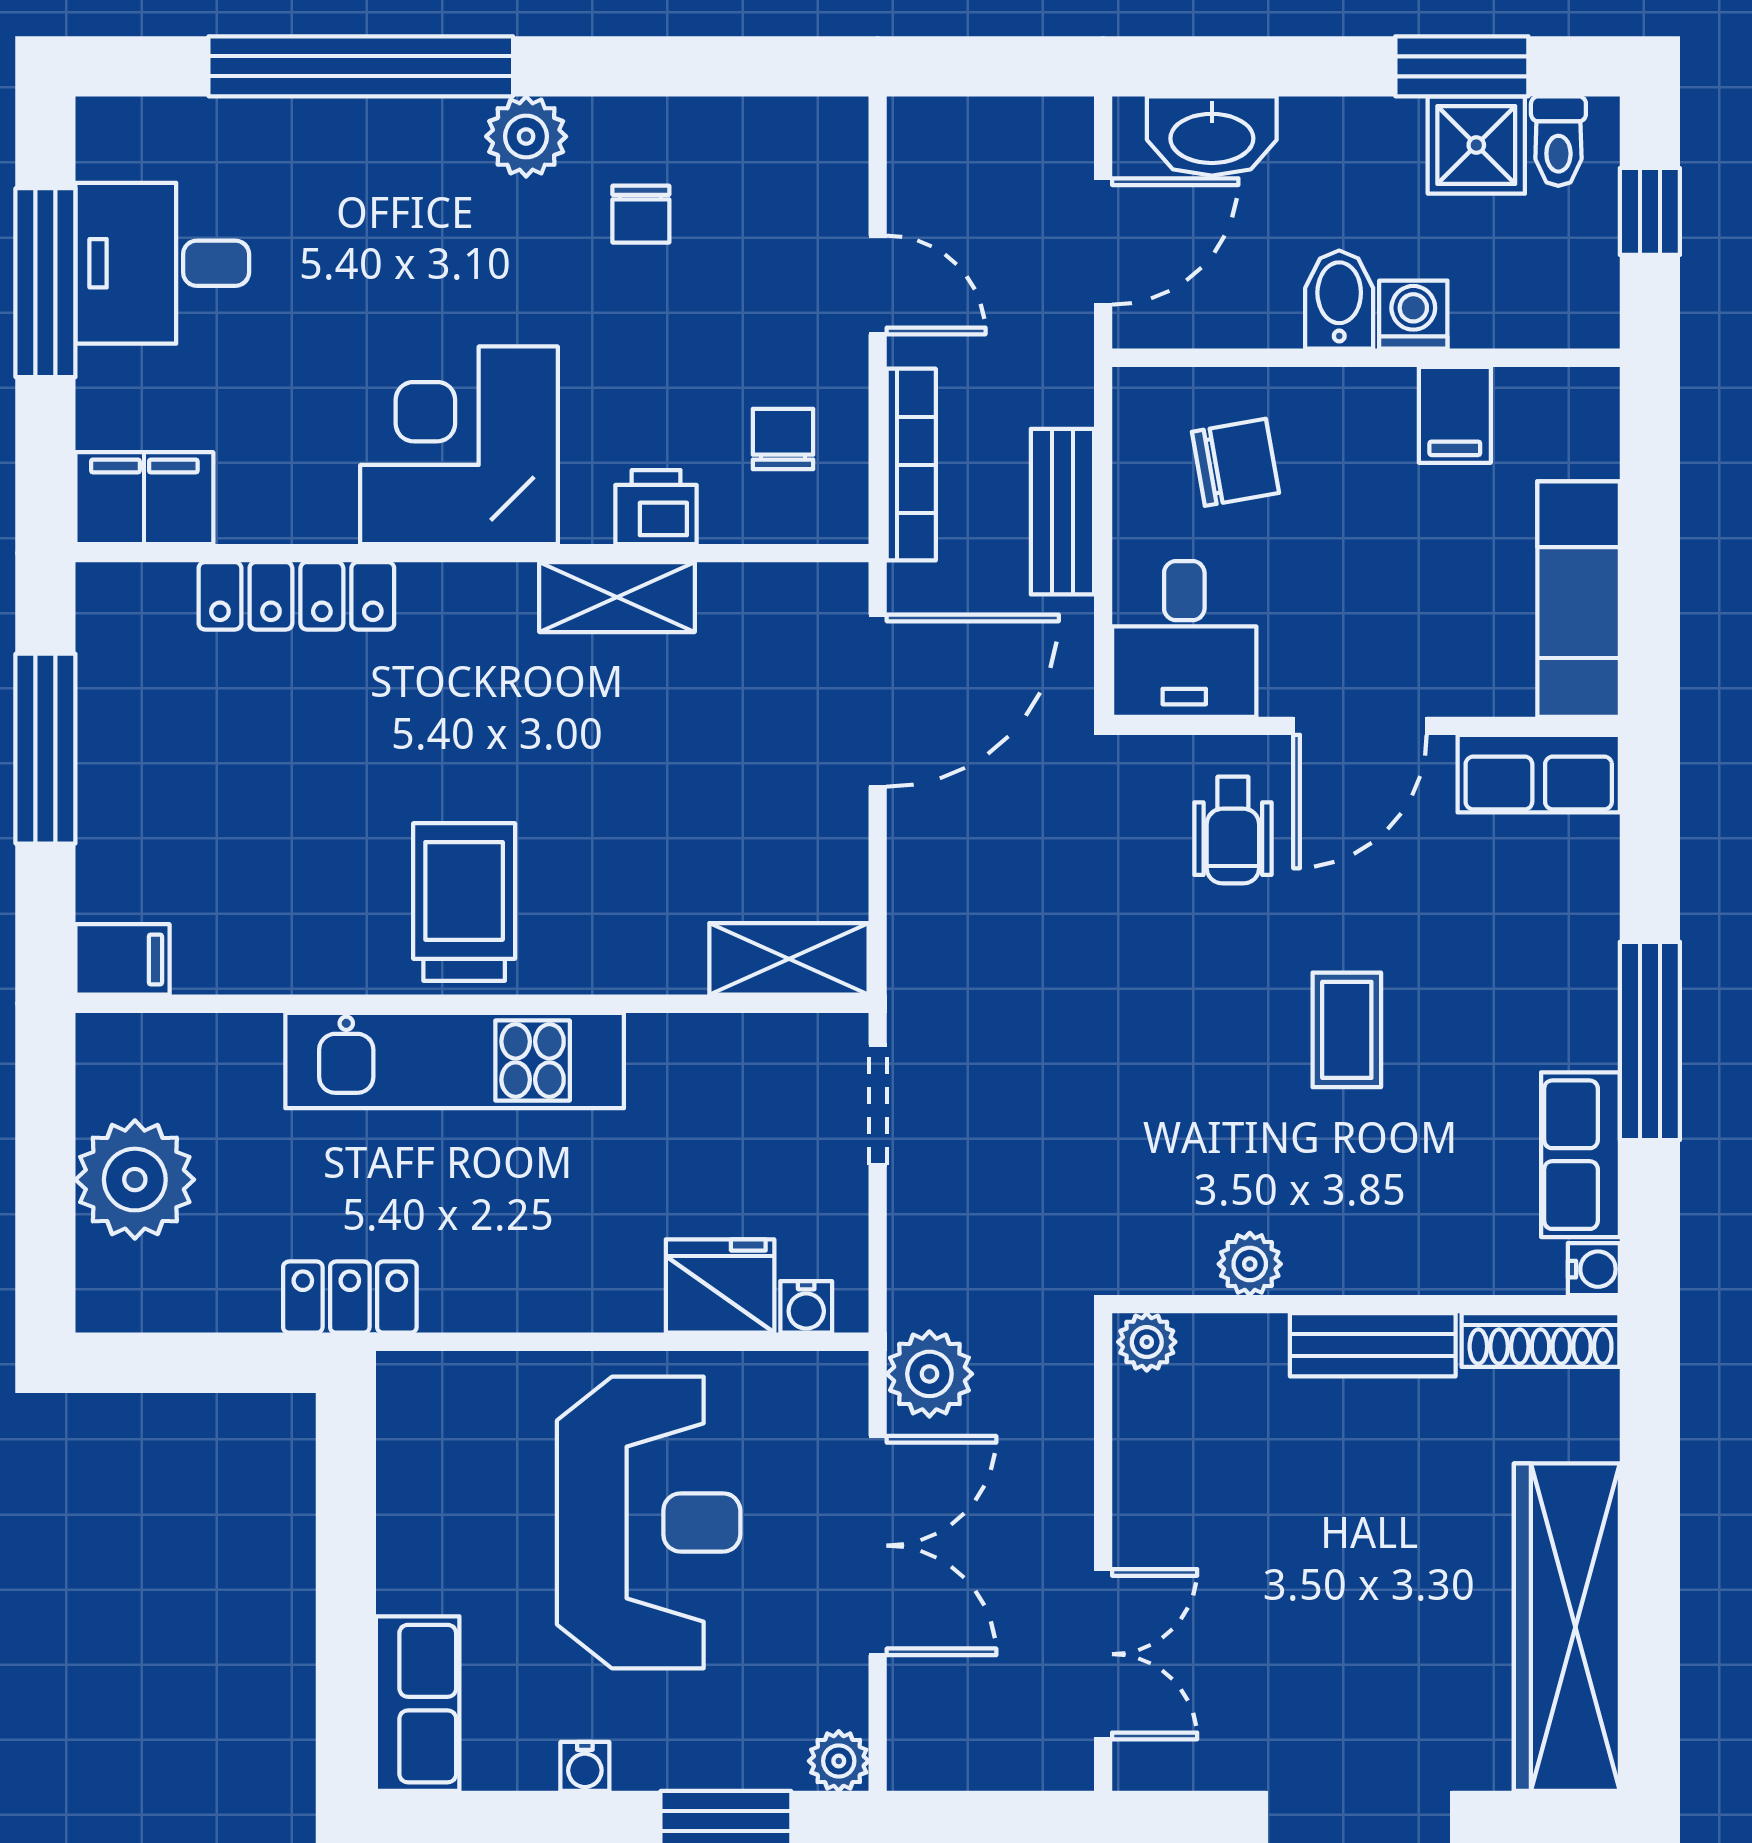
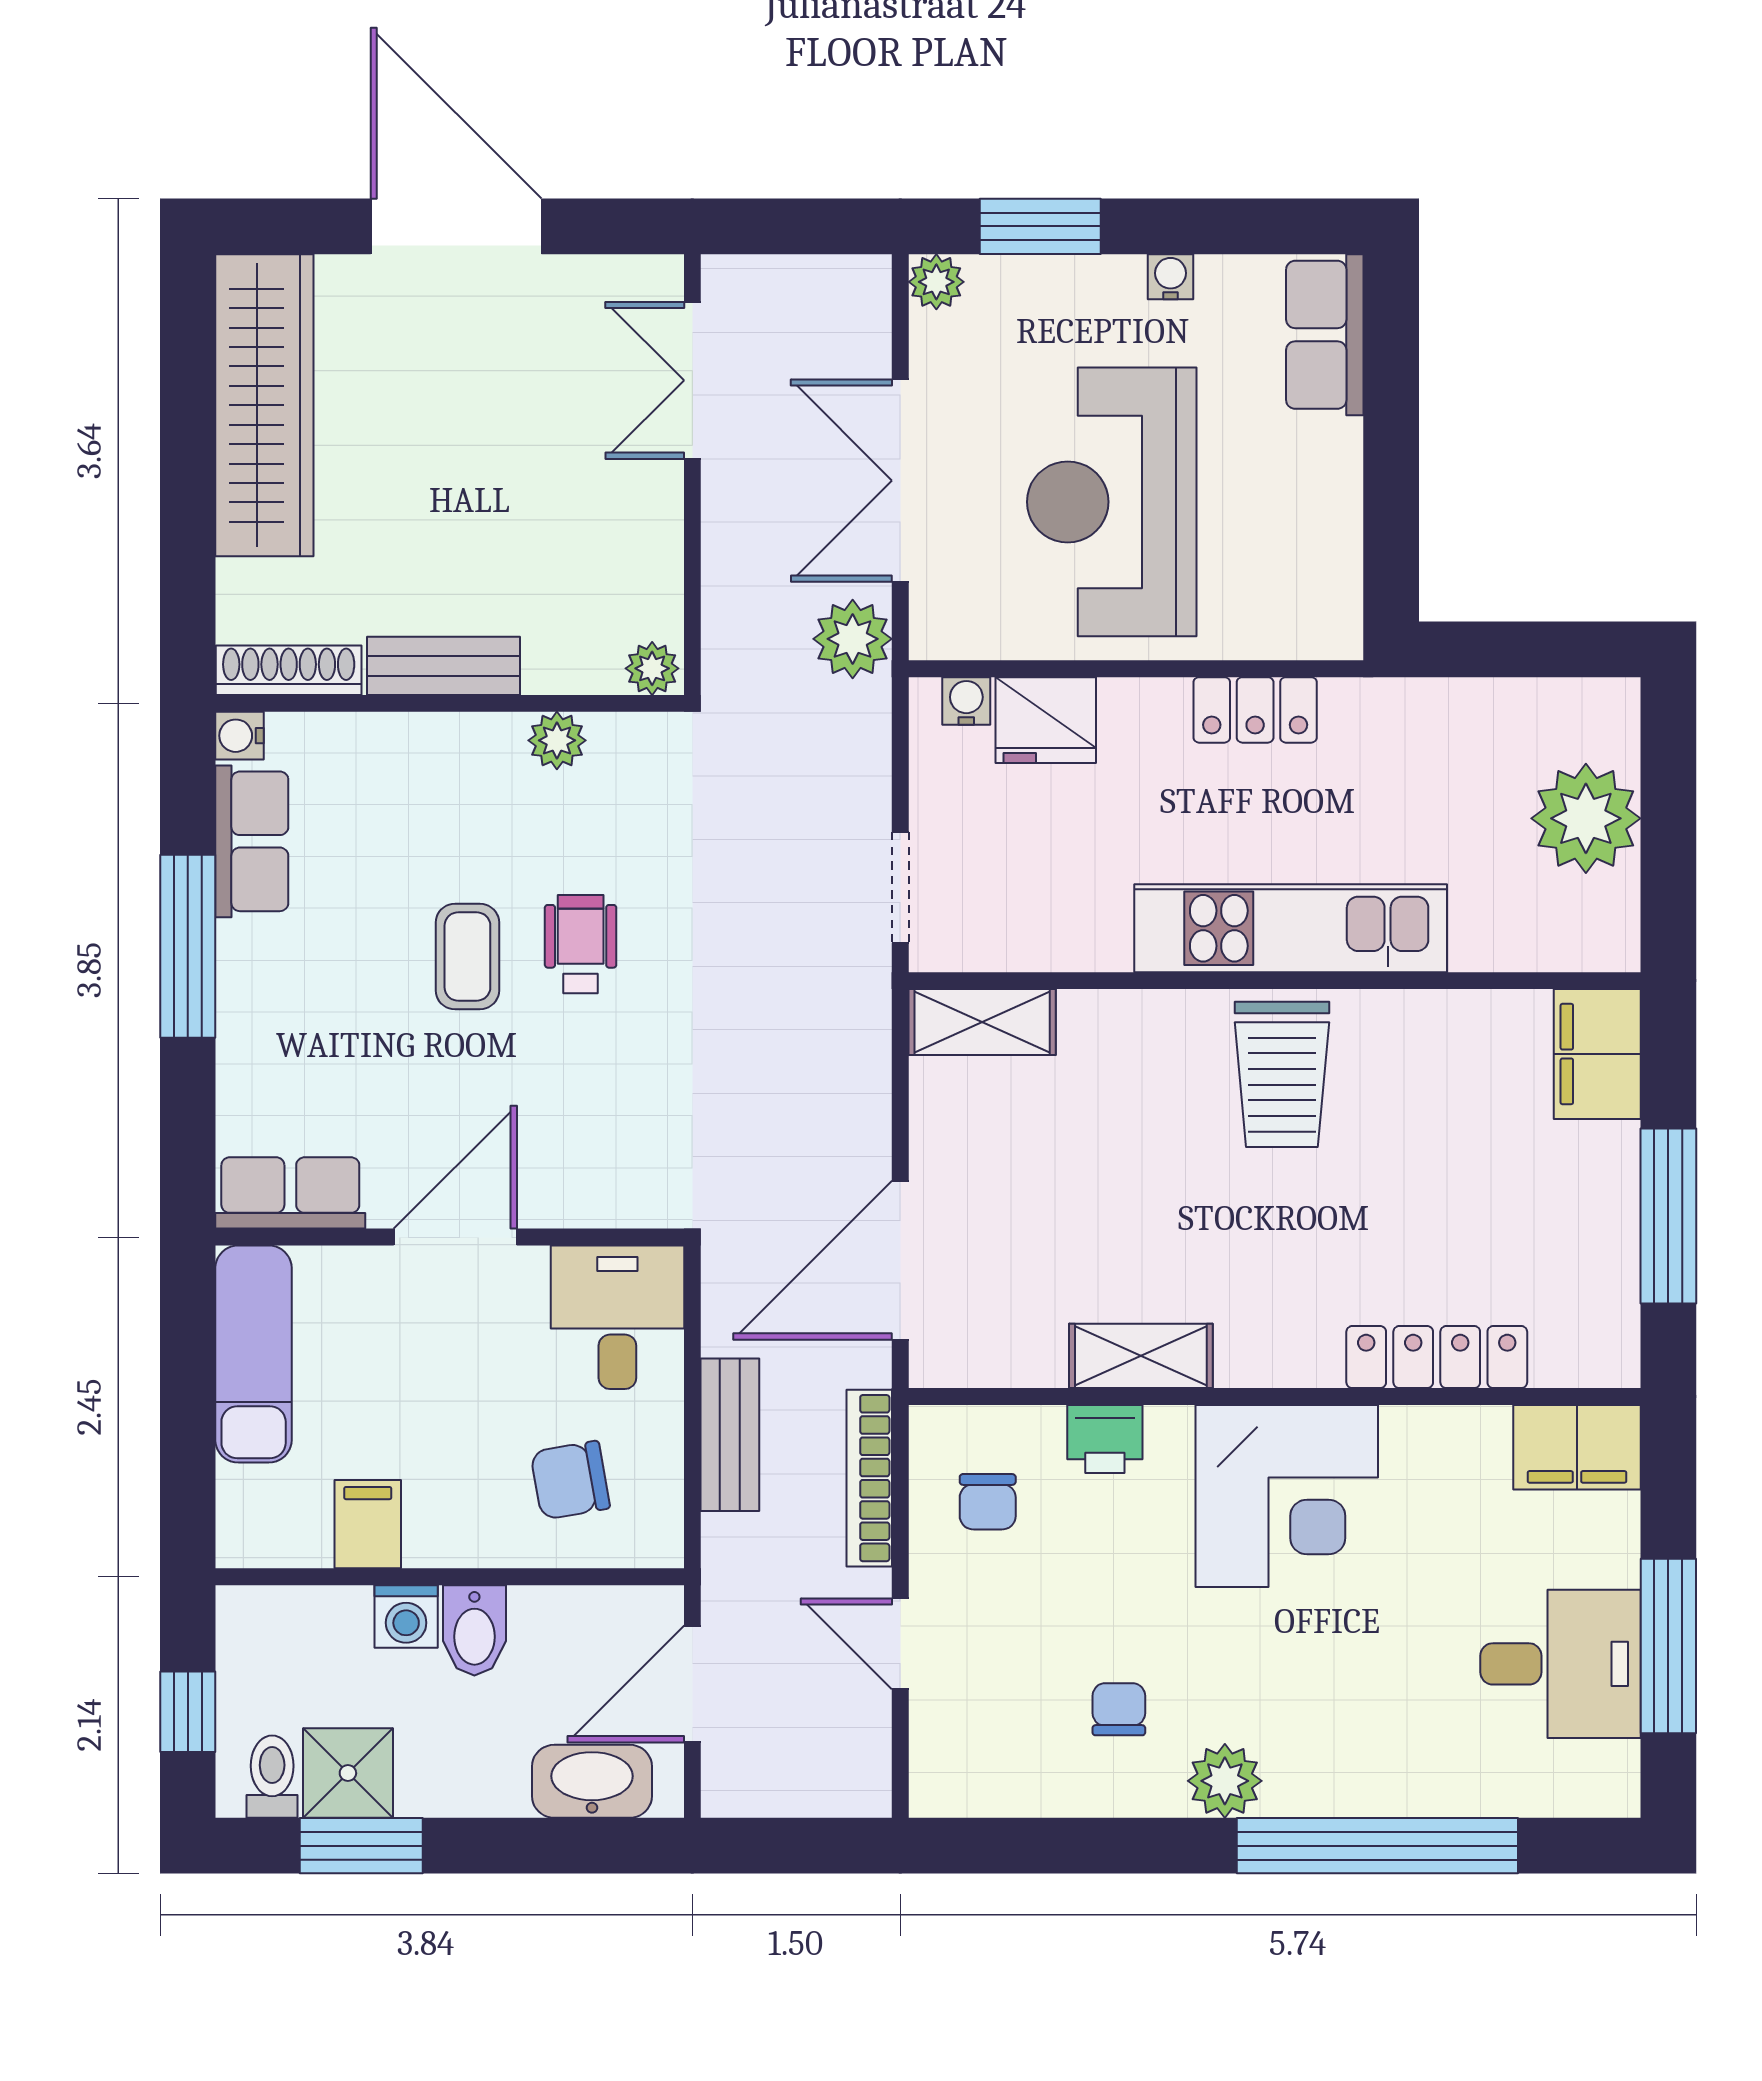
wheelchair: (1233, 830) -> (581, 944), moved
filing cabinet: (123, 959) -> (1597, 1054), width x2.00
locker: (350, 1297) -> (1255, 710), moved

